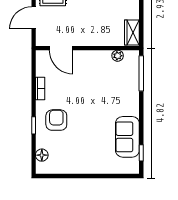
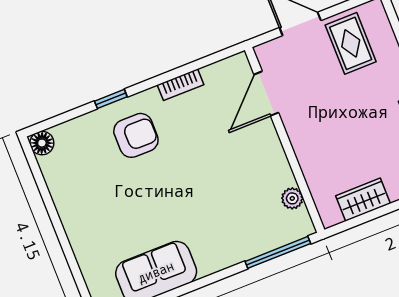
wardrobe: (132, 33) -> (363, 200), moved
floor lamp: (42, 155) -> (42, 143), moved

